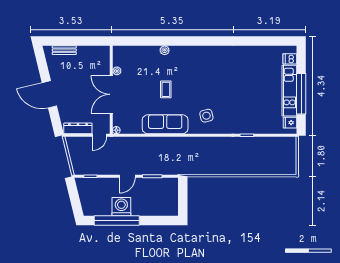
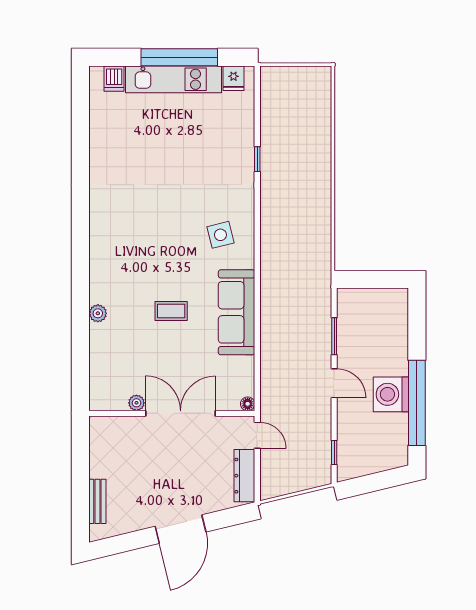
double door: (111, 94) -> (181, 413), swing flipped

